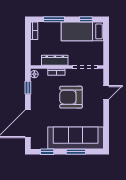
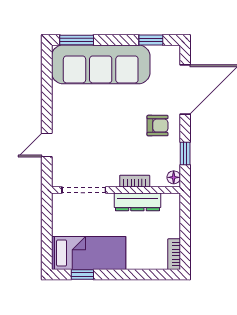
window: (54, 19) -> (139, 274), removed
armchair: (71, 97) -> (158, 126), moved, width x0.53, depth x0.53
window: (76, 152) -> (77, 40), moved

